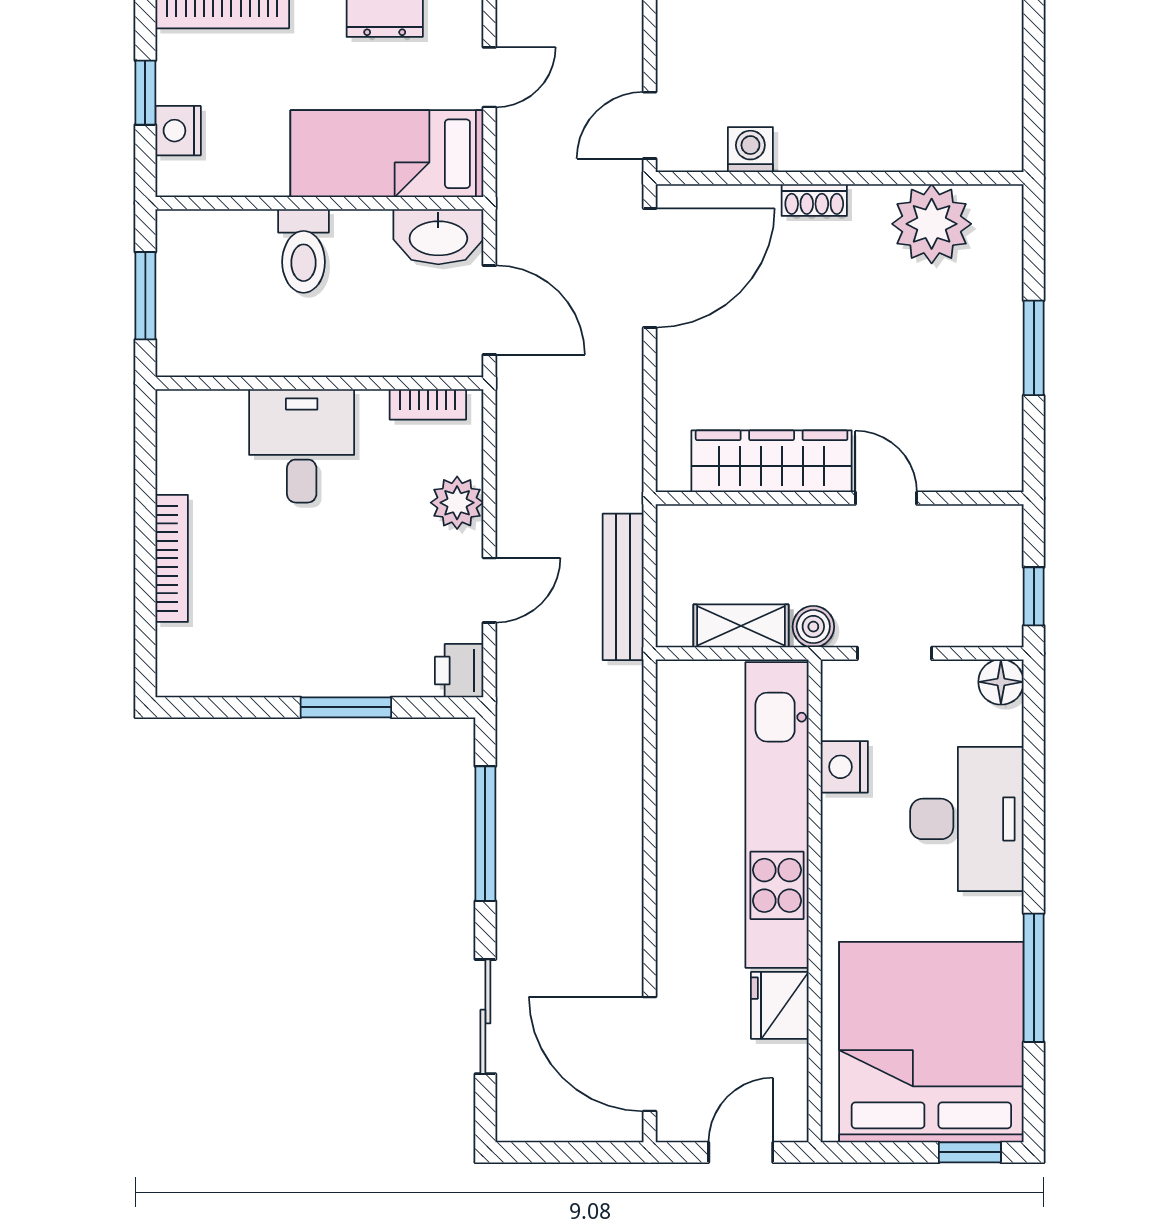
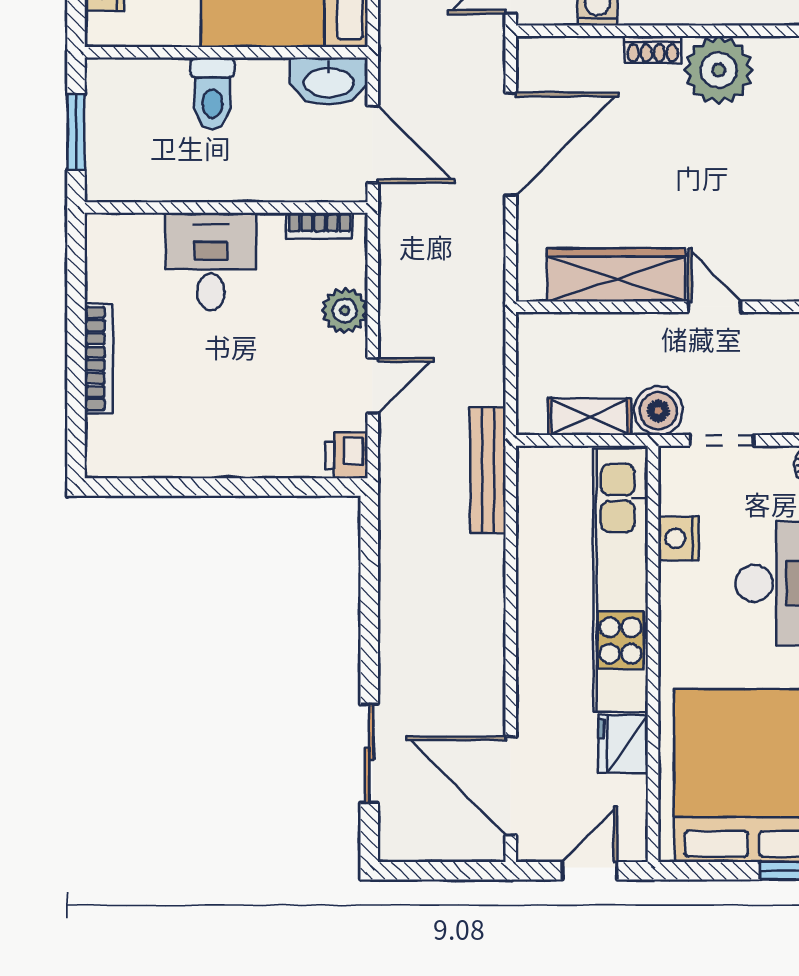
plant: (932, 224) -> (719, 70), moved
door: (650, 268) -> (511, 144), moved
bench: (623, 587) -> (488, 470), moved
boiler: (813, 627) -> (658, 411), width x1.36, depth x1.36
window: (346, 707) -> (249, 487), removed
window: (485, 834) -> (369, 596), removed

